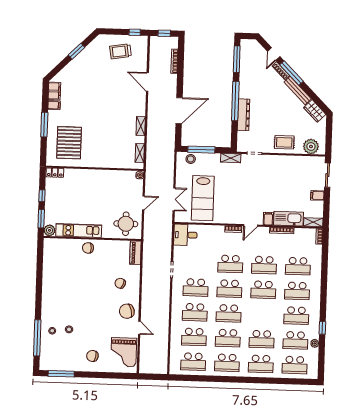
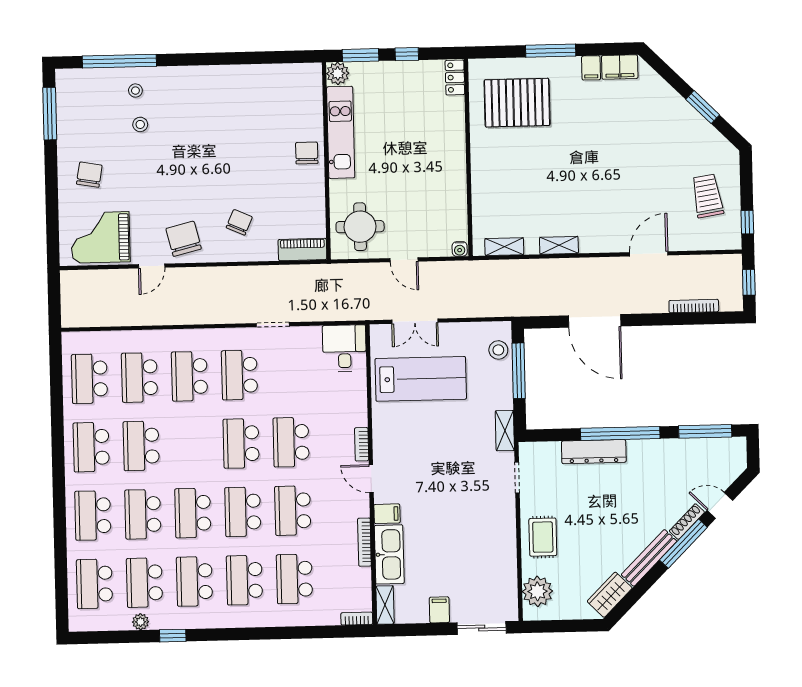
lab bench: (203, 198) -> (421, 379), turned 180
school desk: (229, 313) -> (193, 513), moved

